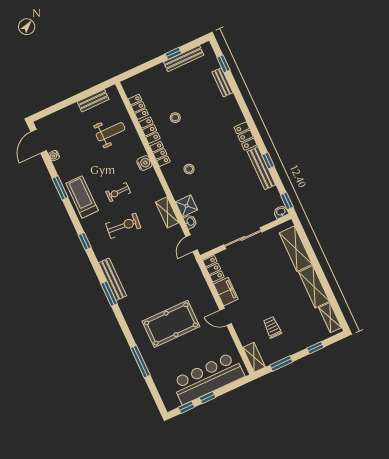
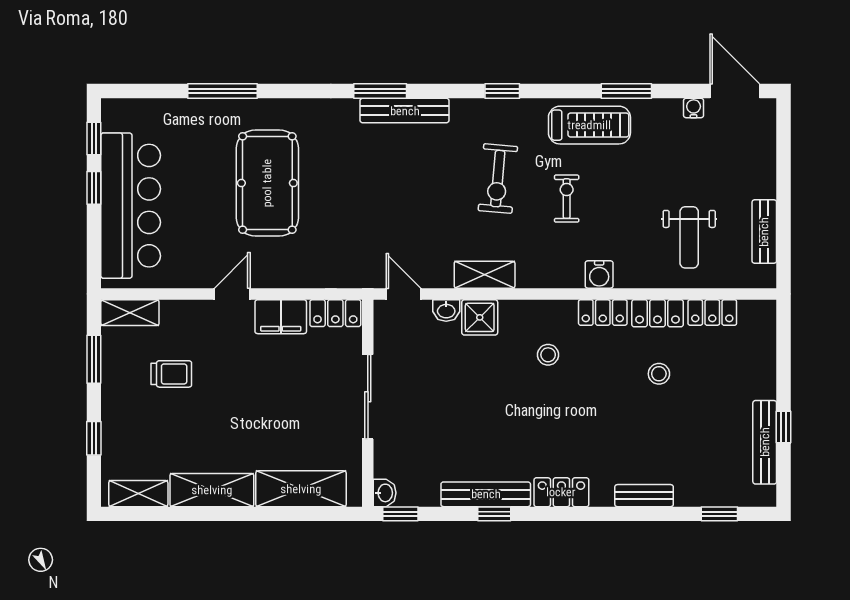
bench: (222, 82) -> (644, 496), moved

